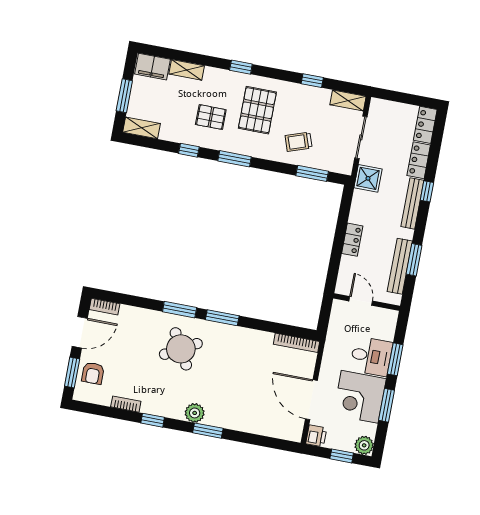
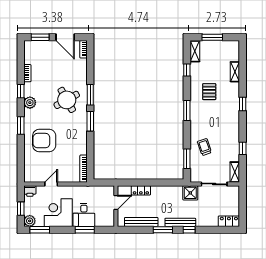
filing cabinet: (152, 67) -> (233, 51), removed
pallet: (257, 110) -> (219, 119), removed
window: (189, 150) -> (187, 70), moved
locker: (419, 160) -> (207, 221), removed
locker: (352, 240) -> (141, 190), moved
window: (414, 260) -> (163, 230), moved
armchair: (93, 373) -> (44, 141), moved, width x1.88, depth x1.88
door: (311, 400) -> (51, 184), width x0.53
window: (387, 405) -> (40, 230), moved
plant: (195, 413) -> (30, 103), moved

